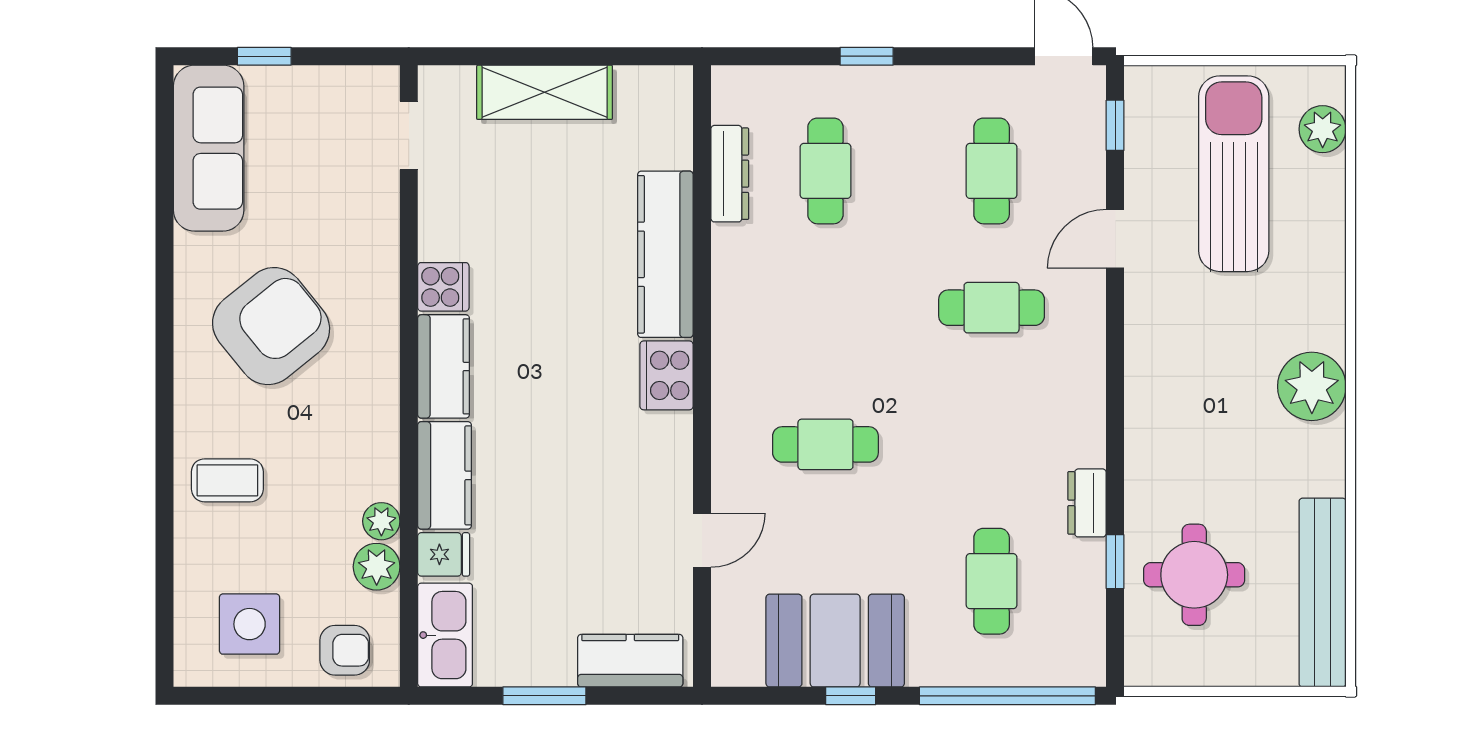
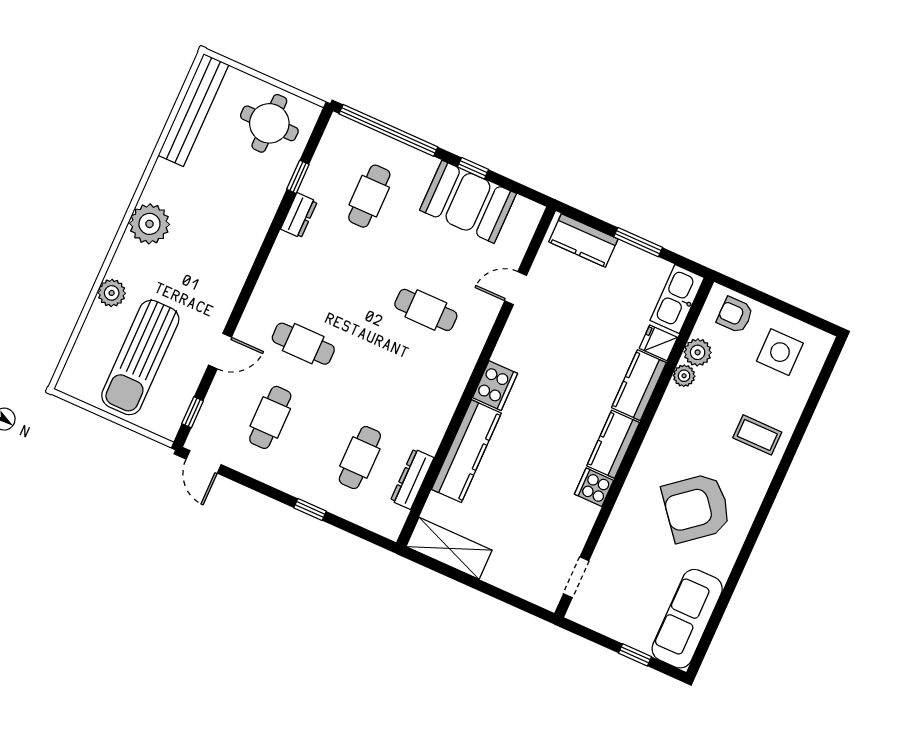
shelving: (545, 92) -> (449, 548), moved
plant: (1323, 129) -> (112, 293), moved
round table: (1194, 575) -> (269, 123), moved

